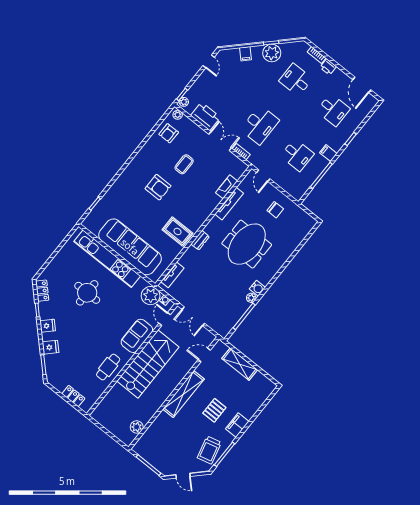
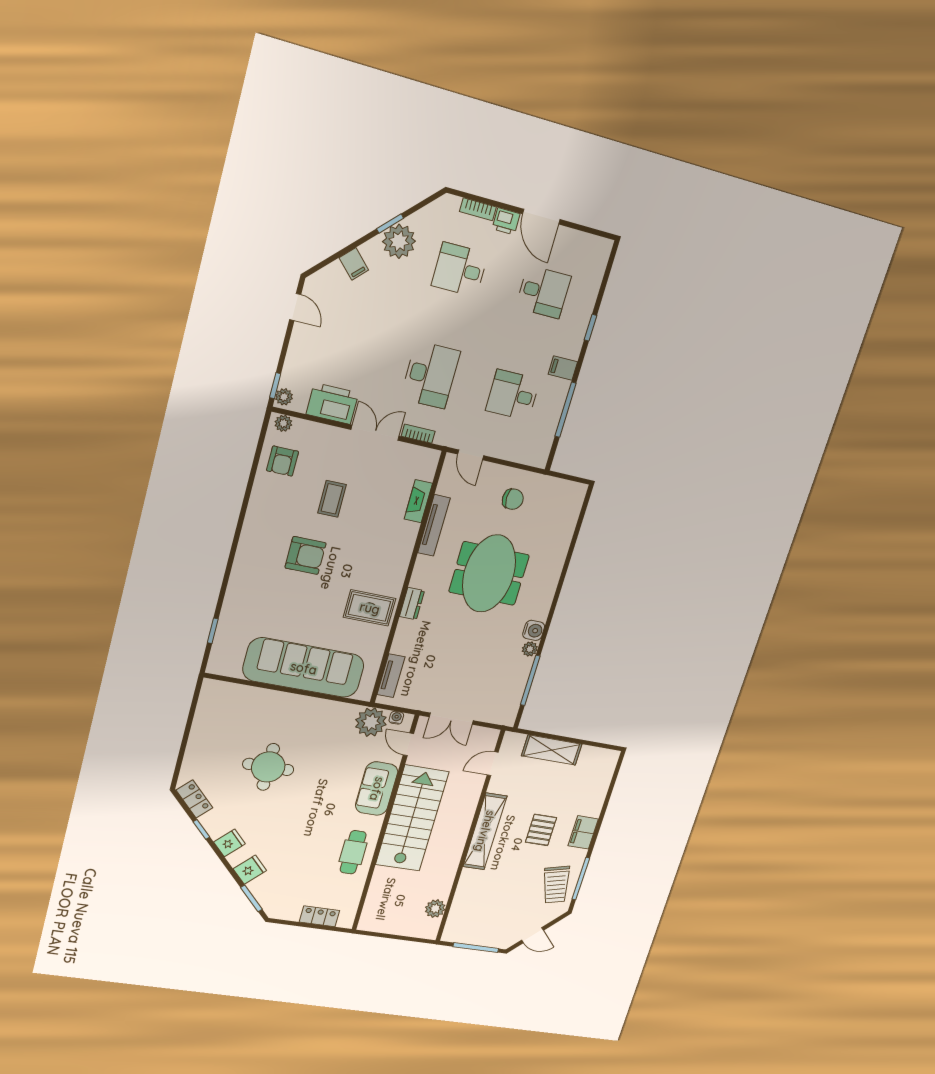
door: (362, 85) -> (541, 217), moved
desk: (297, 155) -> (513, 395), turned 180
kitchen unit: (107, 259) -> (275, 703), removed

